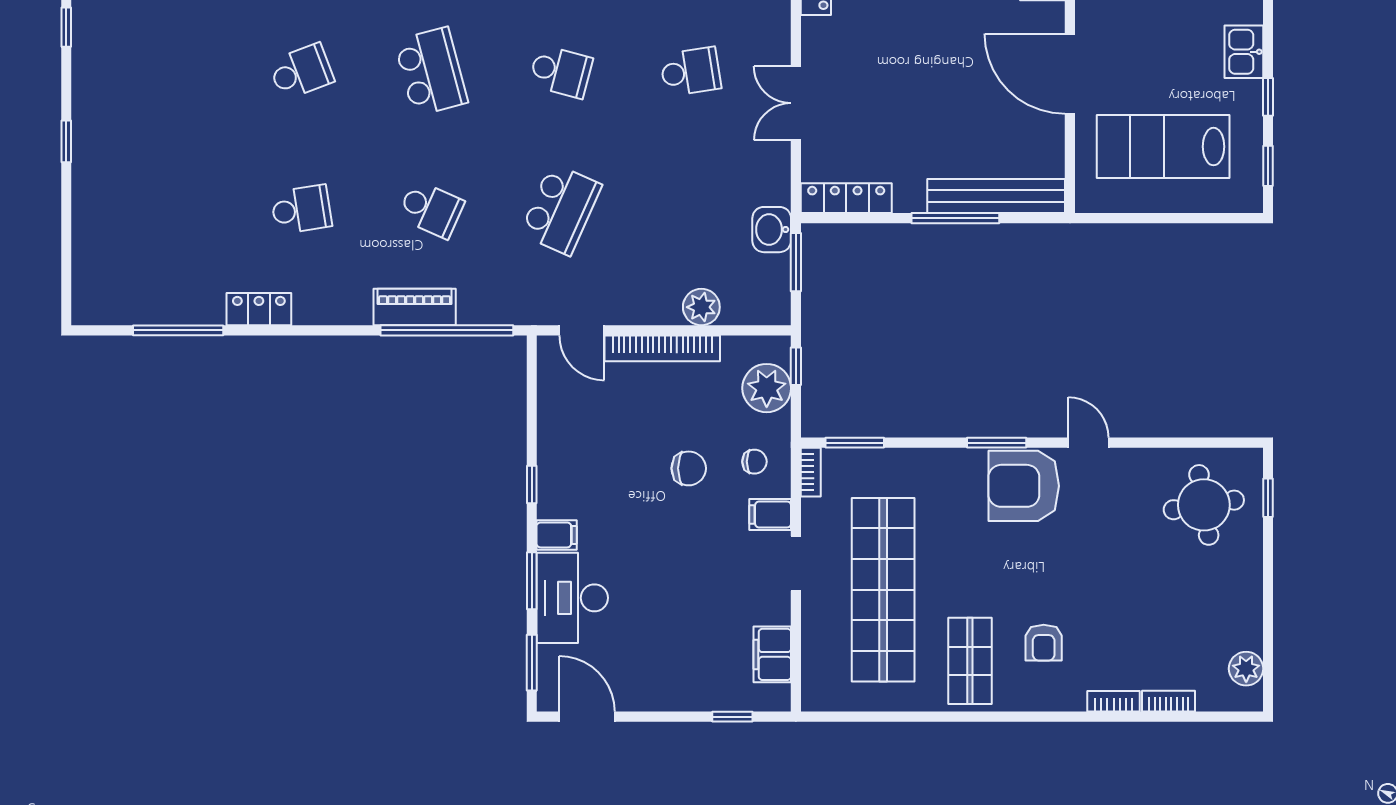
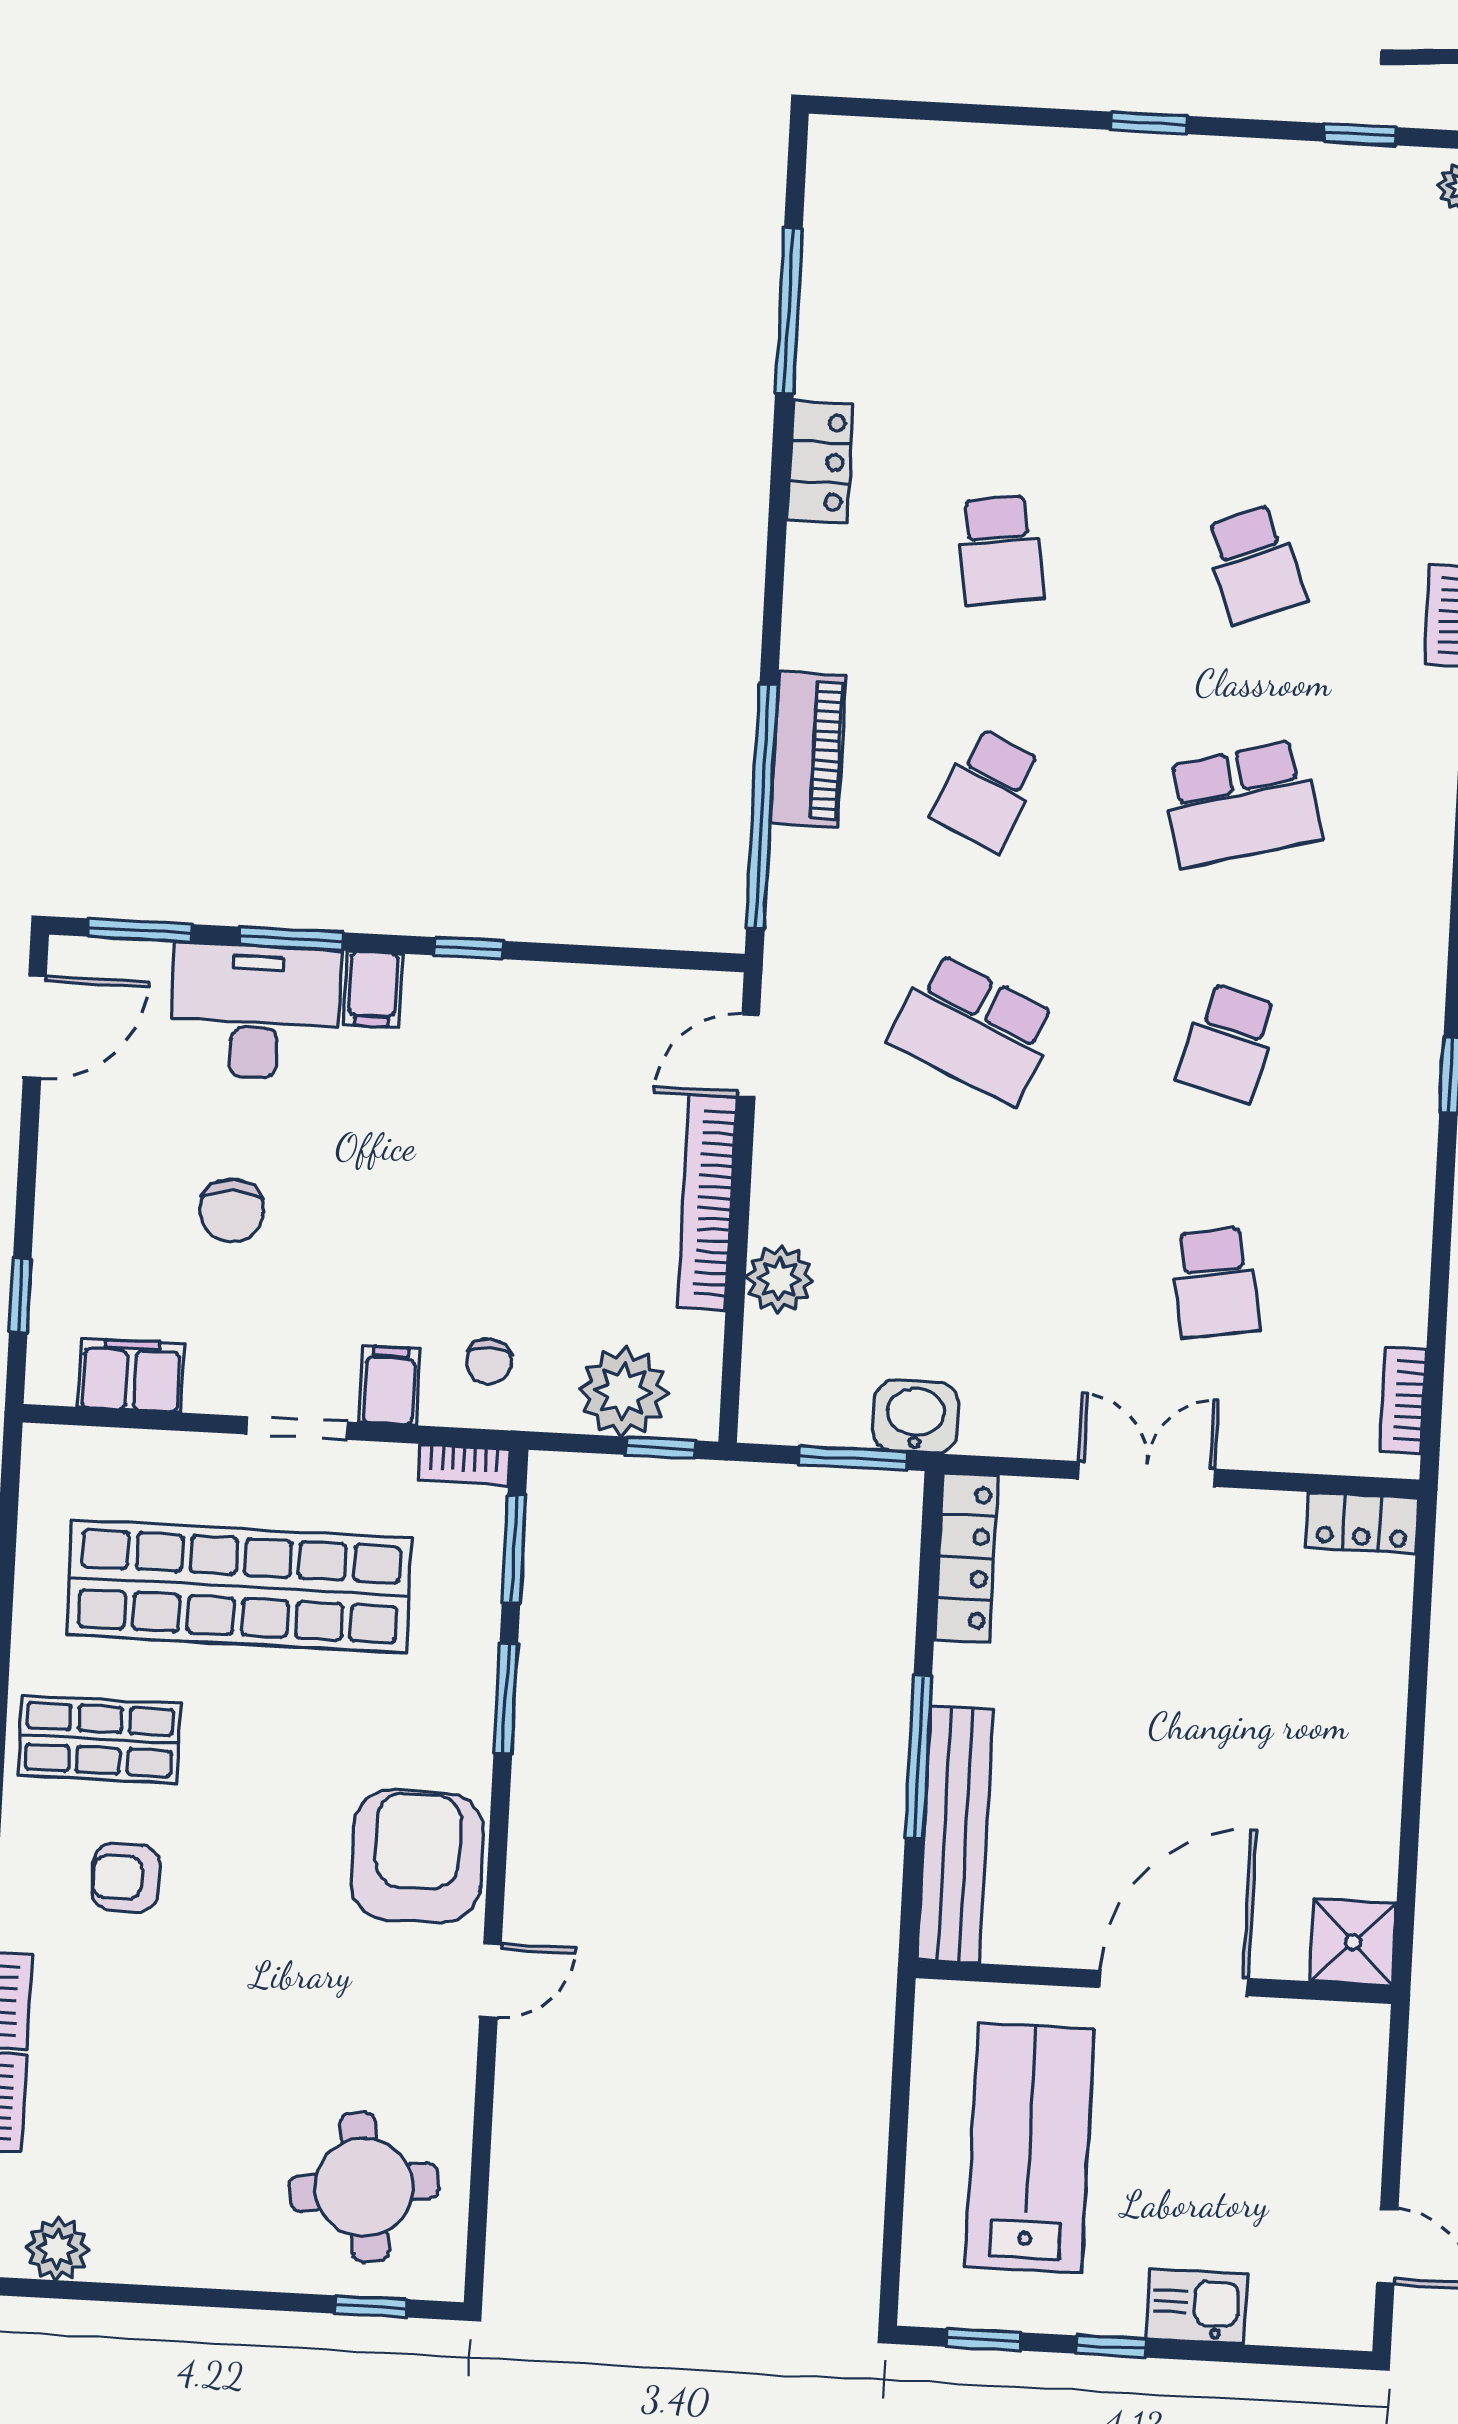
window: (997, 443) -> (506, 1699), moved
chair: (689, 468) -> (232, 1210), moved

